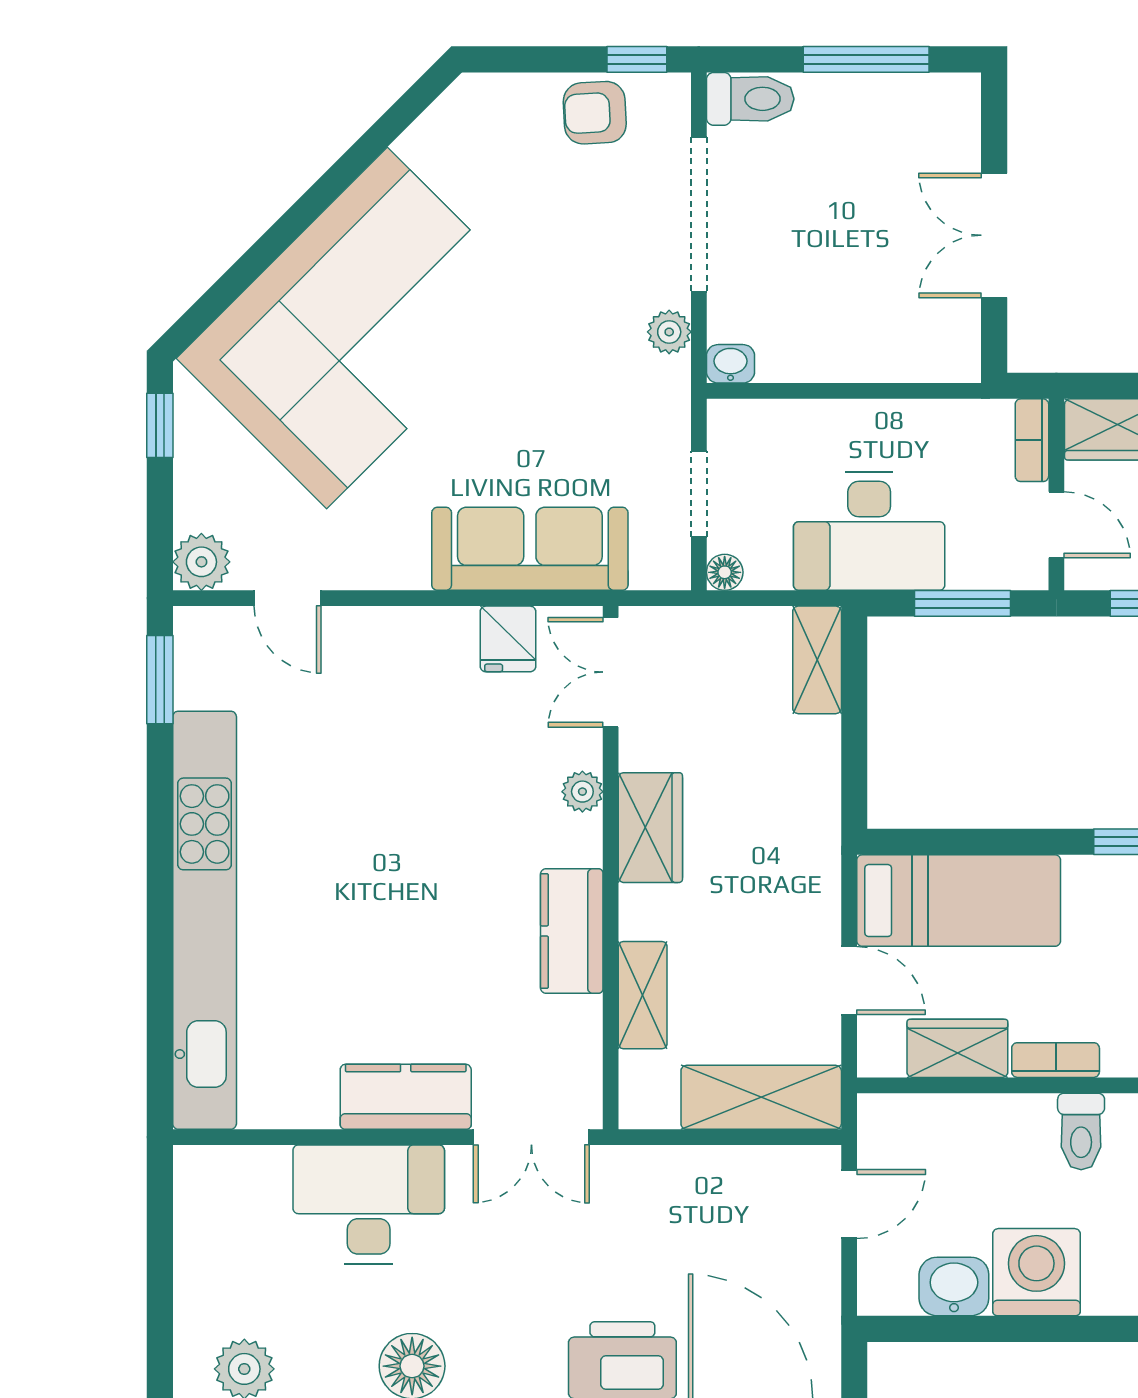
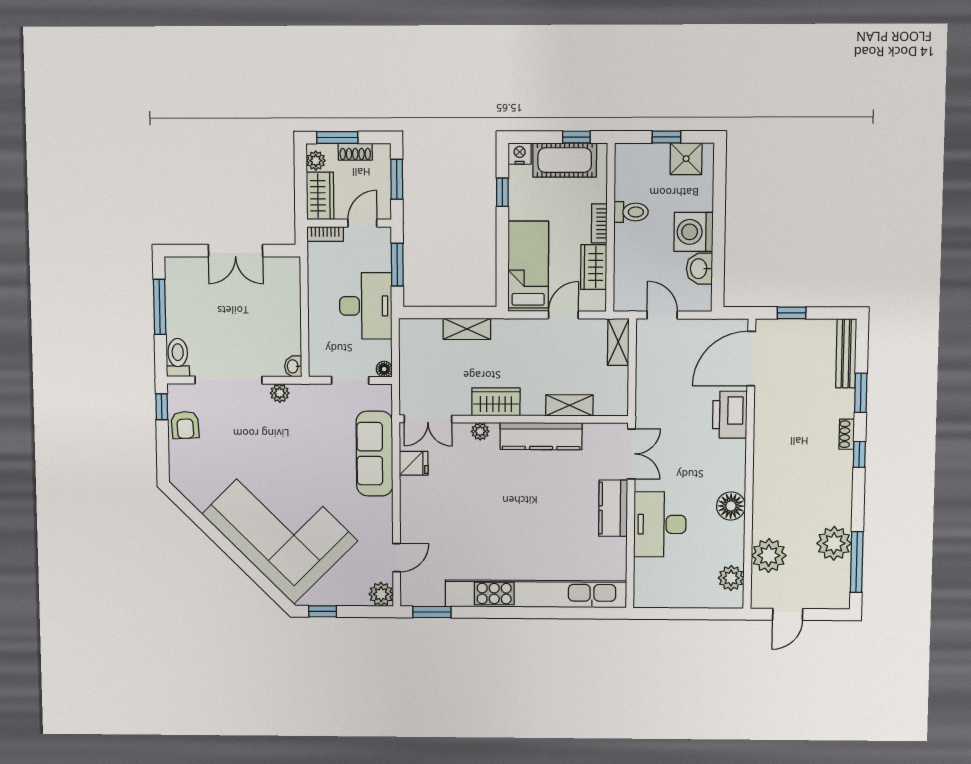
shelving: (817, 660) -> (467, 329), moved
kitchen counter: (572, 931) -> (541, 436), width x1.50
shelving: (761, 1097) -> (618, 342), width x0.67, depth x0.75

